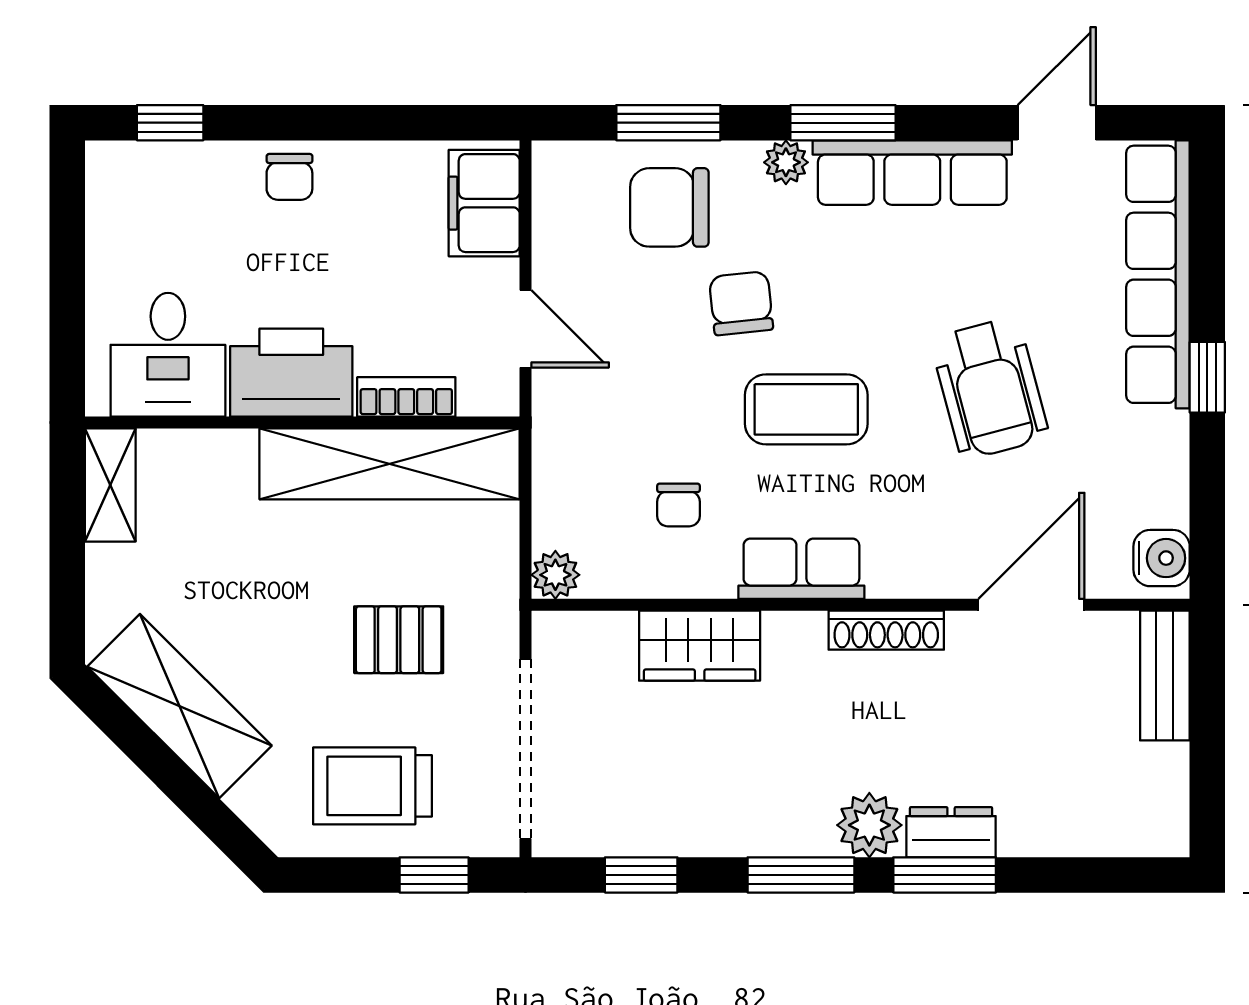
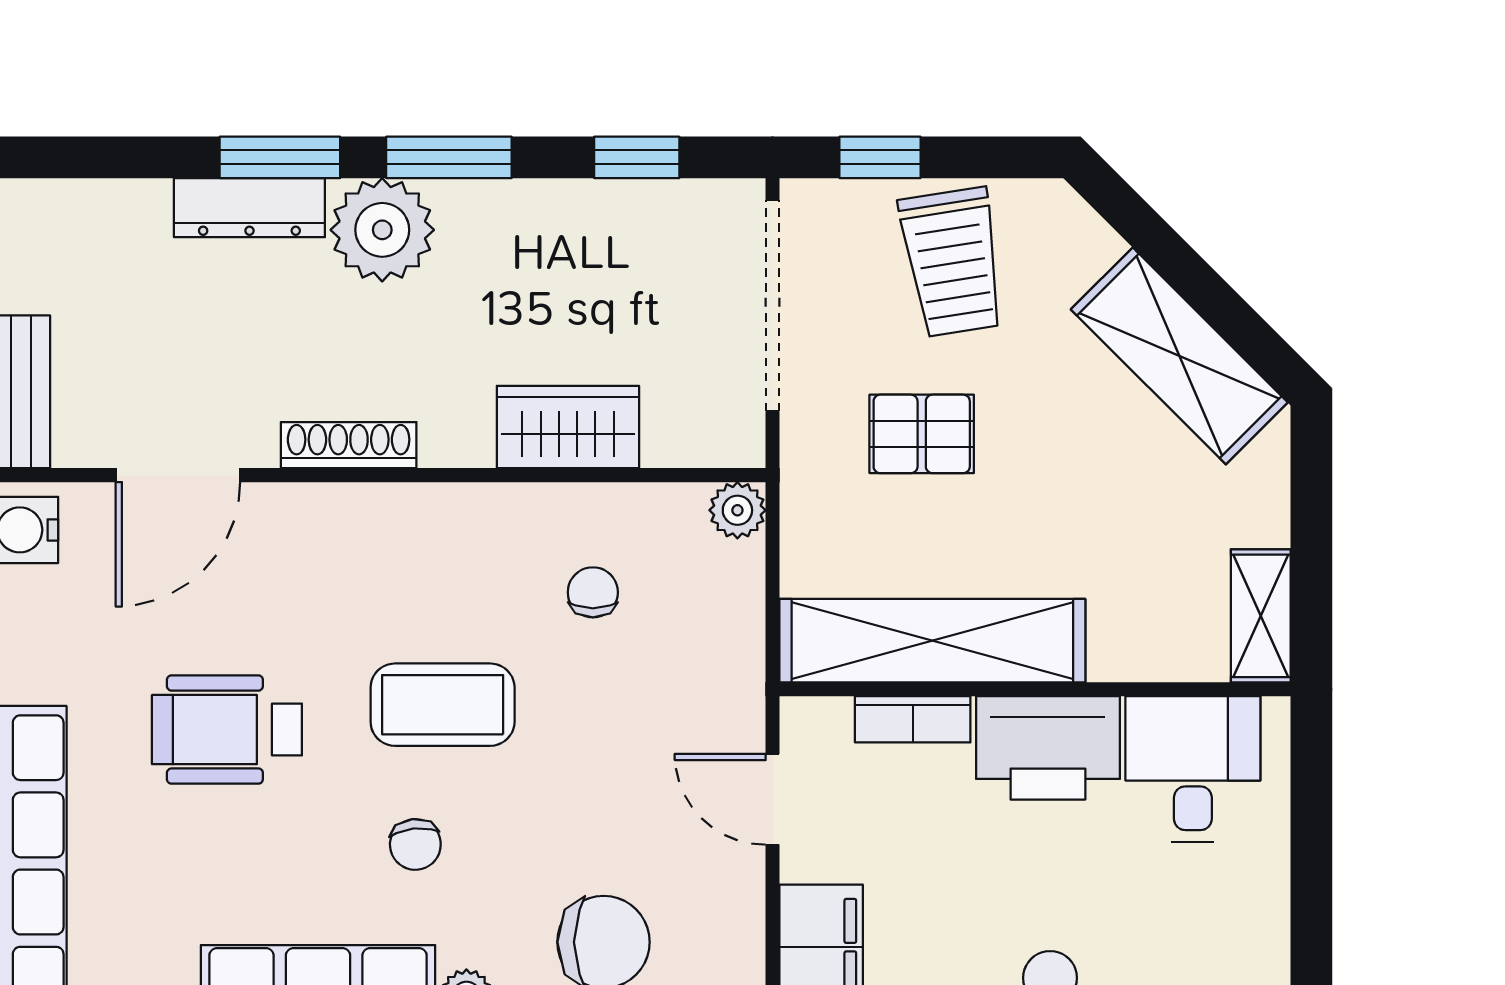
chair: (741, 303) -> (415, 844), moved, width x0.73, depth x0.73
wheelchair: (990, 388) -> (227, 730), turned -75
row of seats: (801, 569) -> (448, 517), removed
trolley: (372, 786) -> (952, 262), turned 81
plant: (869, 825) -> (382, 230), width x1.36, depth x1.36
dresser: (951, 832) -> (249, 208), width x1.44

